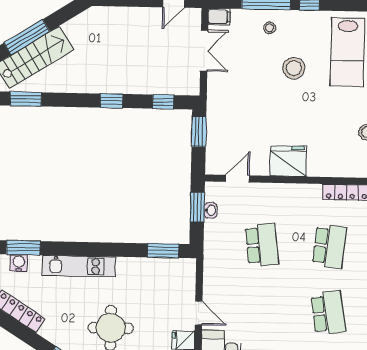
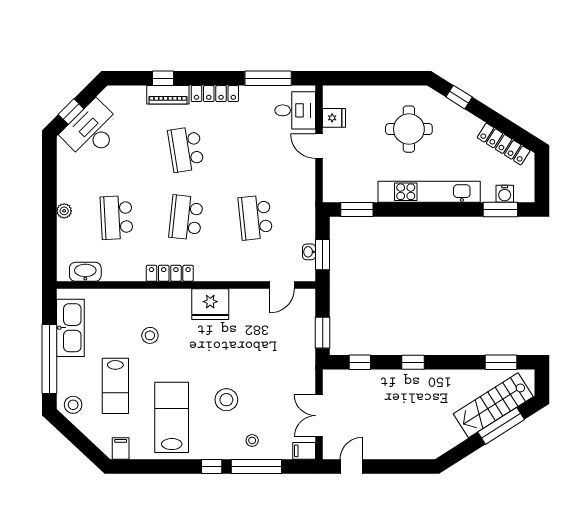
fridge: (288, 161) -> (210, 304), moved
kitchen unit: (79, 266) -> (429, 192), width x1.36

